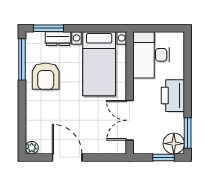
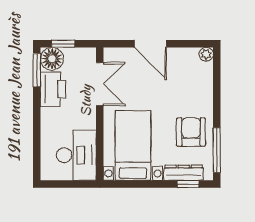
window: (48, 28) -> (188, 184), width x0.67
dresser: (58, 39) -> (184, 173), width x1.44
printer: (173, 96) -> (53, 89), moved
door: (67, 157) -> (150, 44), moved

